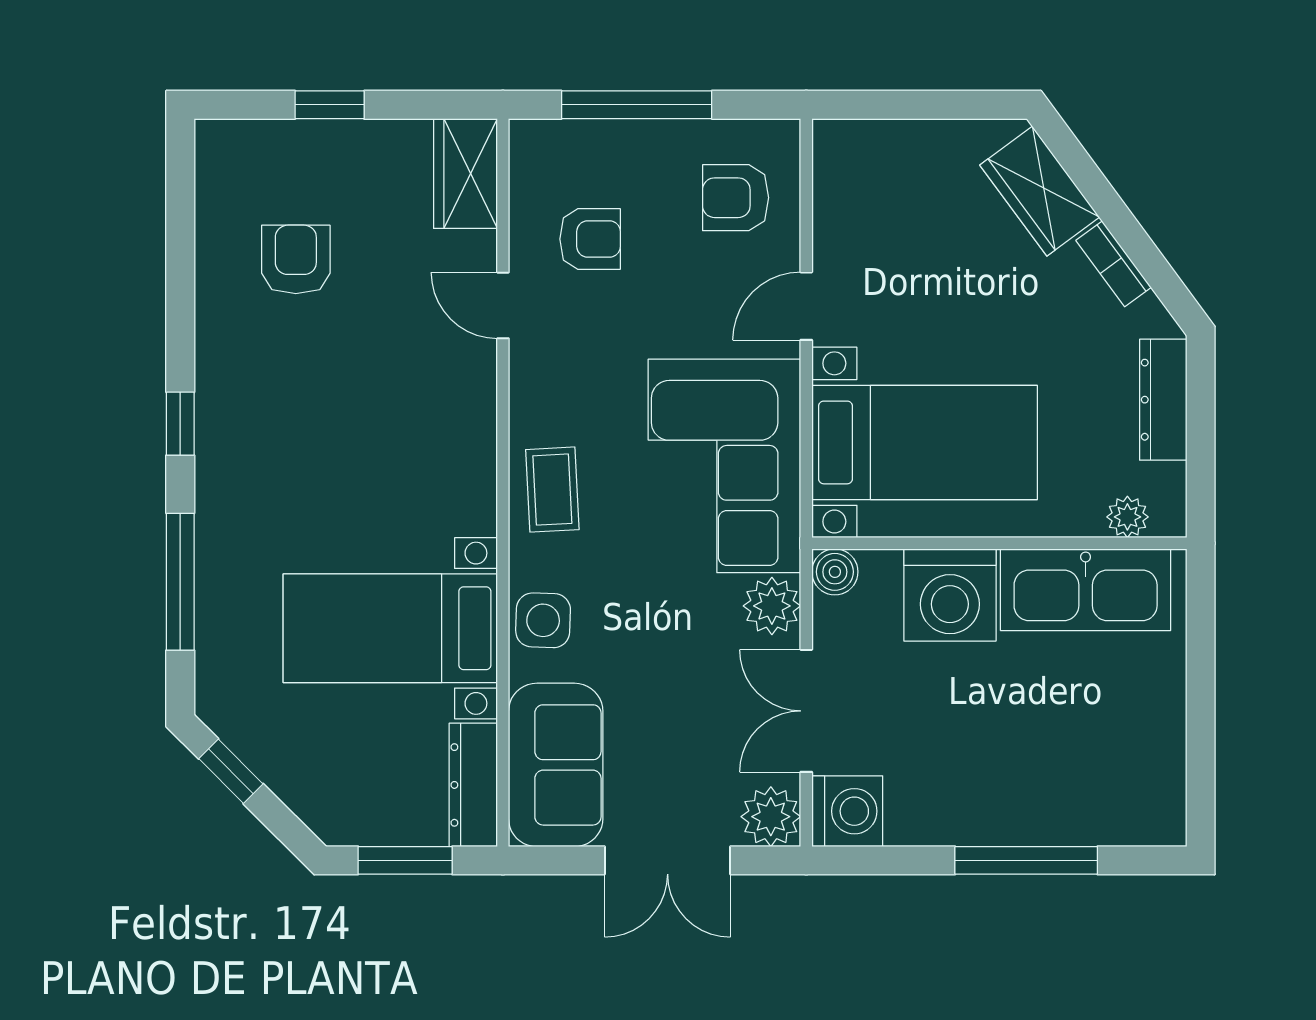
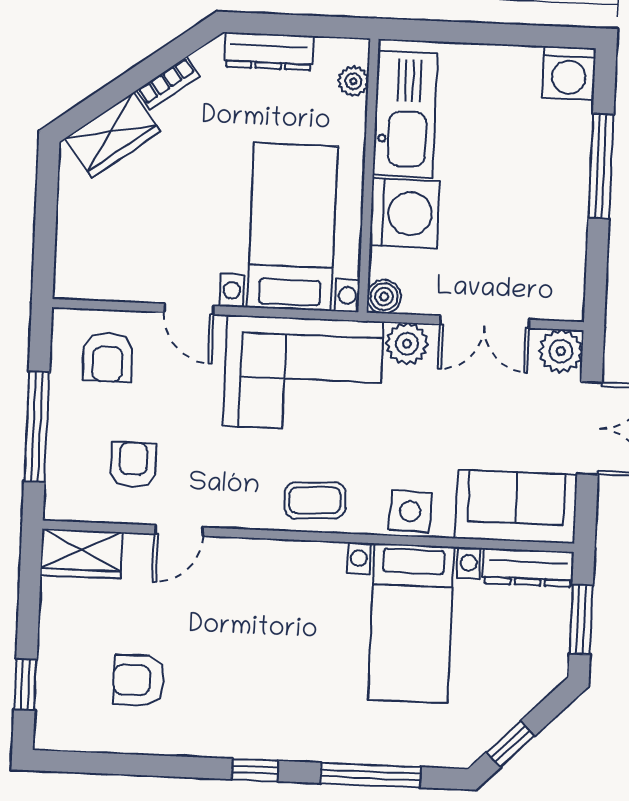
window: (330, 105) -> (25, 685), moved
washing machine: (847, 811) -> (569, 73), moved, turned 180

